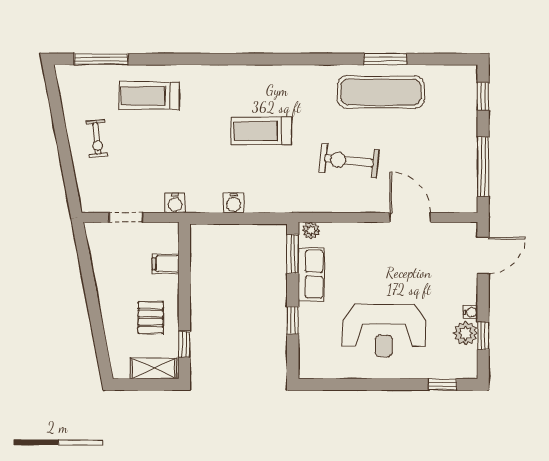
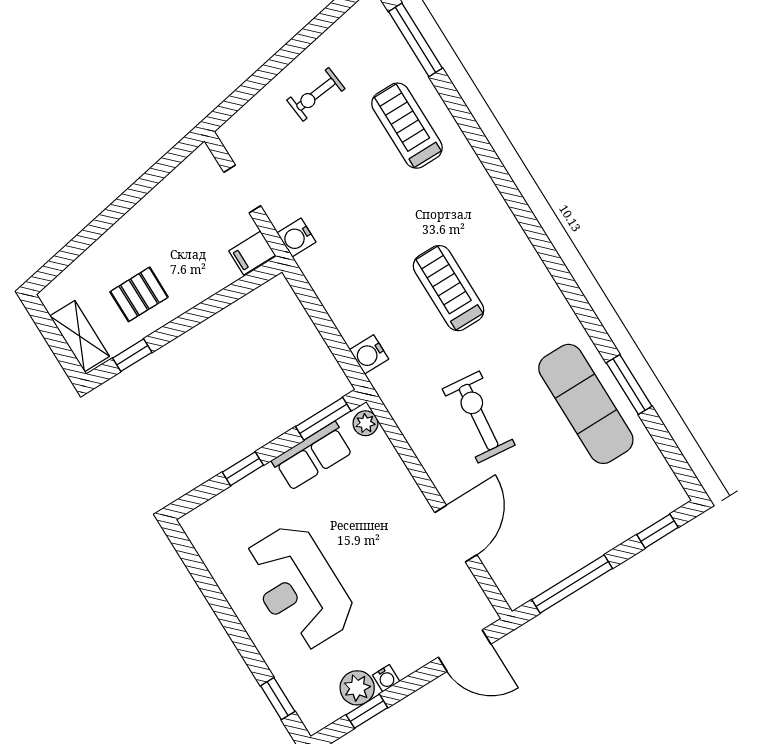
water cooler: (233, 203) -> (369, 354), moved
filing cabinet: (166, 264) -> (252, 253), moved, turned -90

